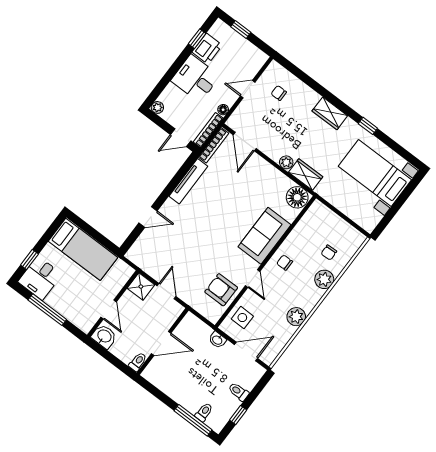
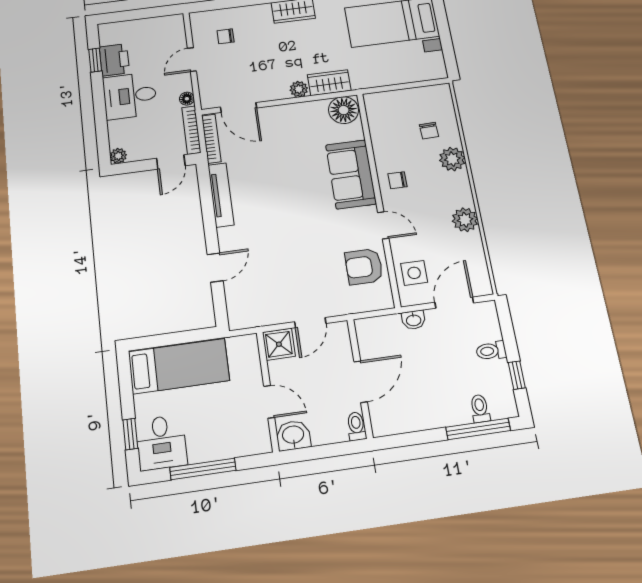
window: (241, 29) -> (130, 15), removed
door: (167, 291) -> (310, 323), swing flipped

